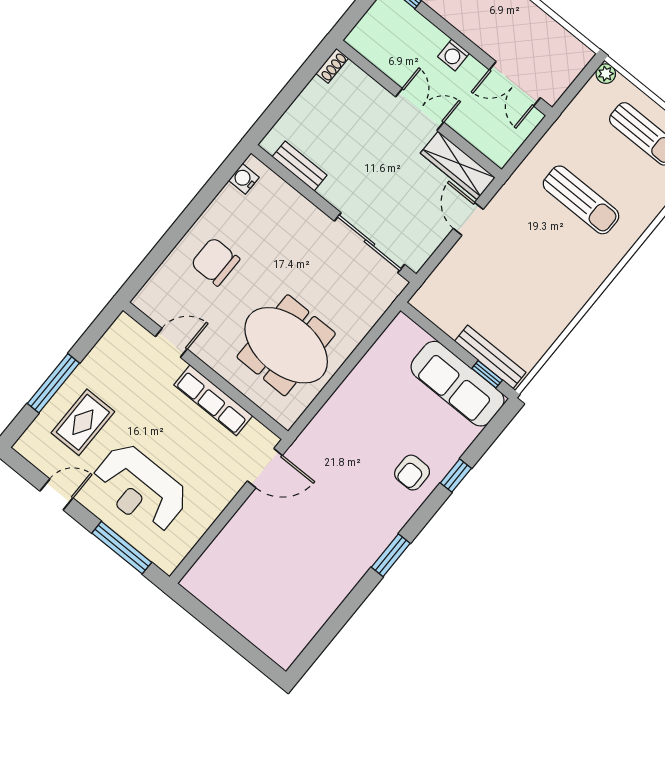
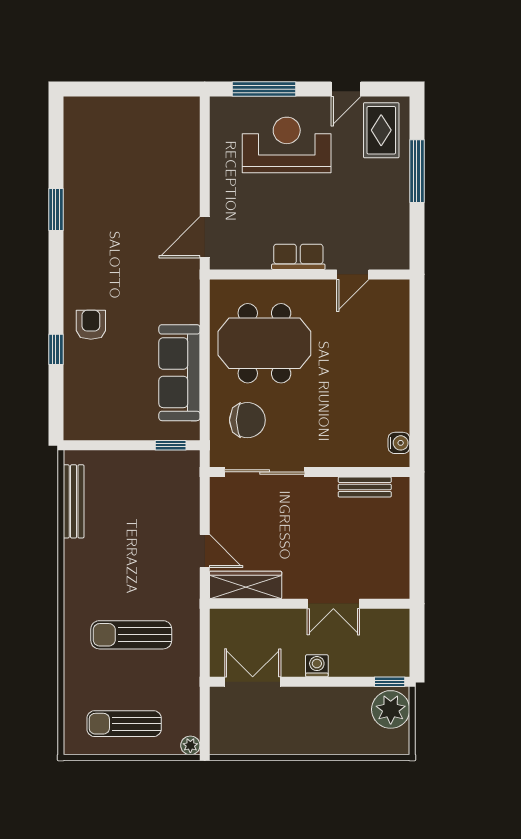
shoe rack: (332, 66) -> (402, 583), removed
double door: (420, 109) -> (333, 604), moved
chair: (215, 262) -> (247, 420), moved
bench: (490, 357) -> (74, 501), moved, turned 90
window: (487, 374) -> (171, 445), moved
sofa: (457, 384) -> (179, 373), moved, turned -90
row of seats: (213, 400) -> (298, 257), width x0.68
rug: (83, 422) -> (381, 130), moved
window: (391, 555) -> (56, 210), moved

